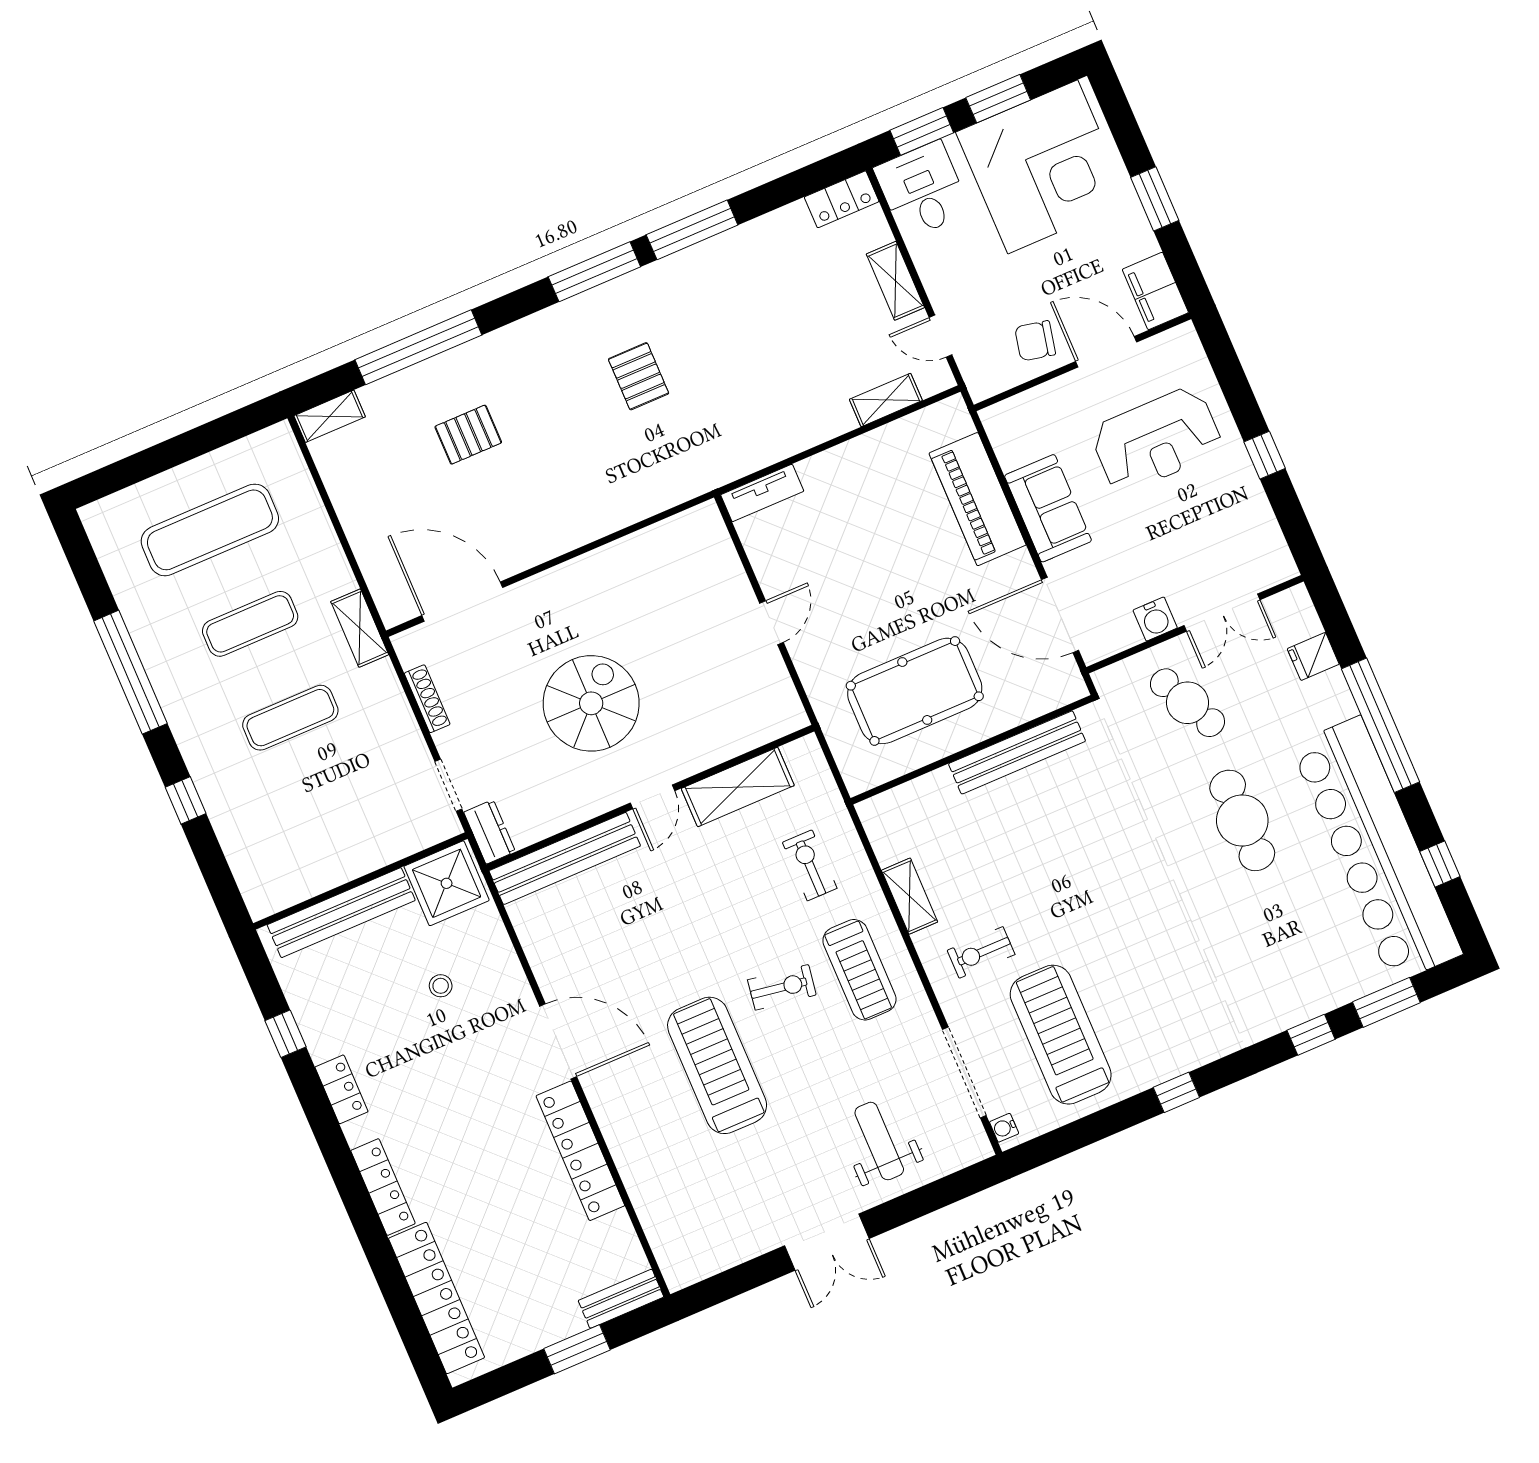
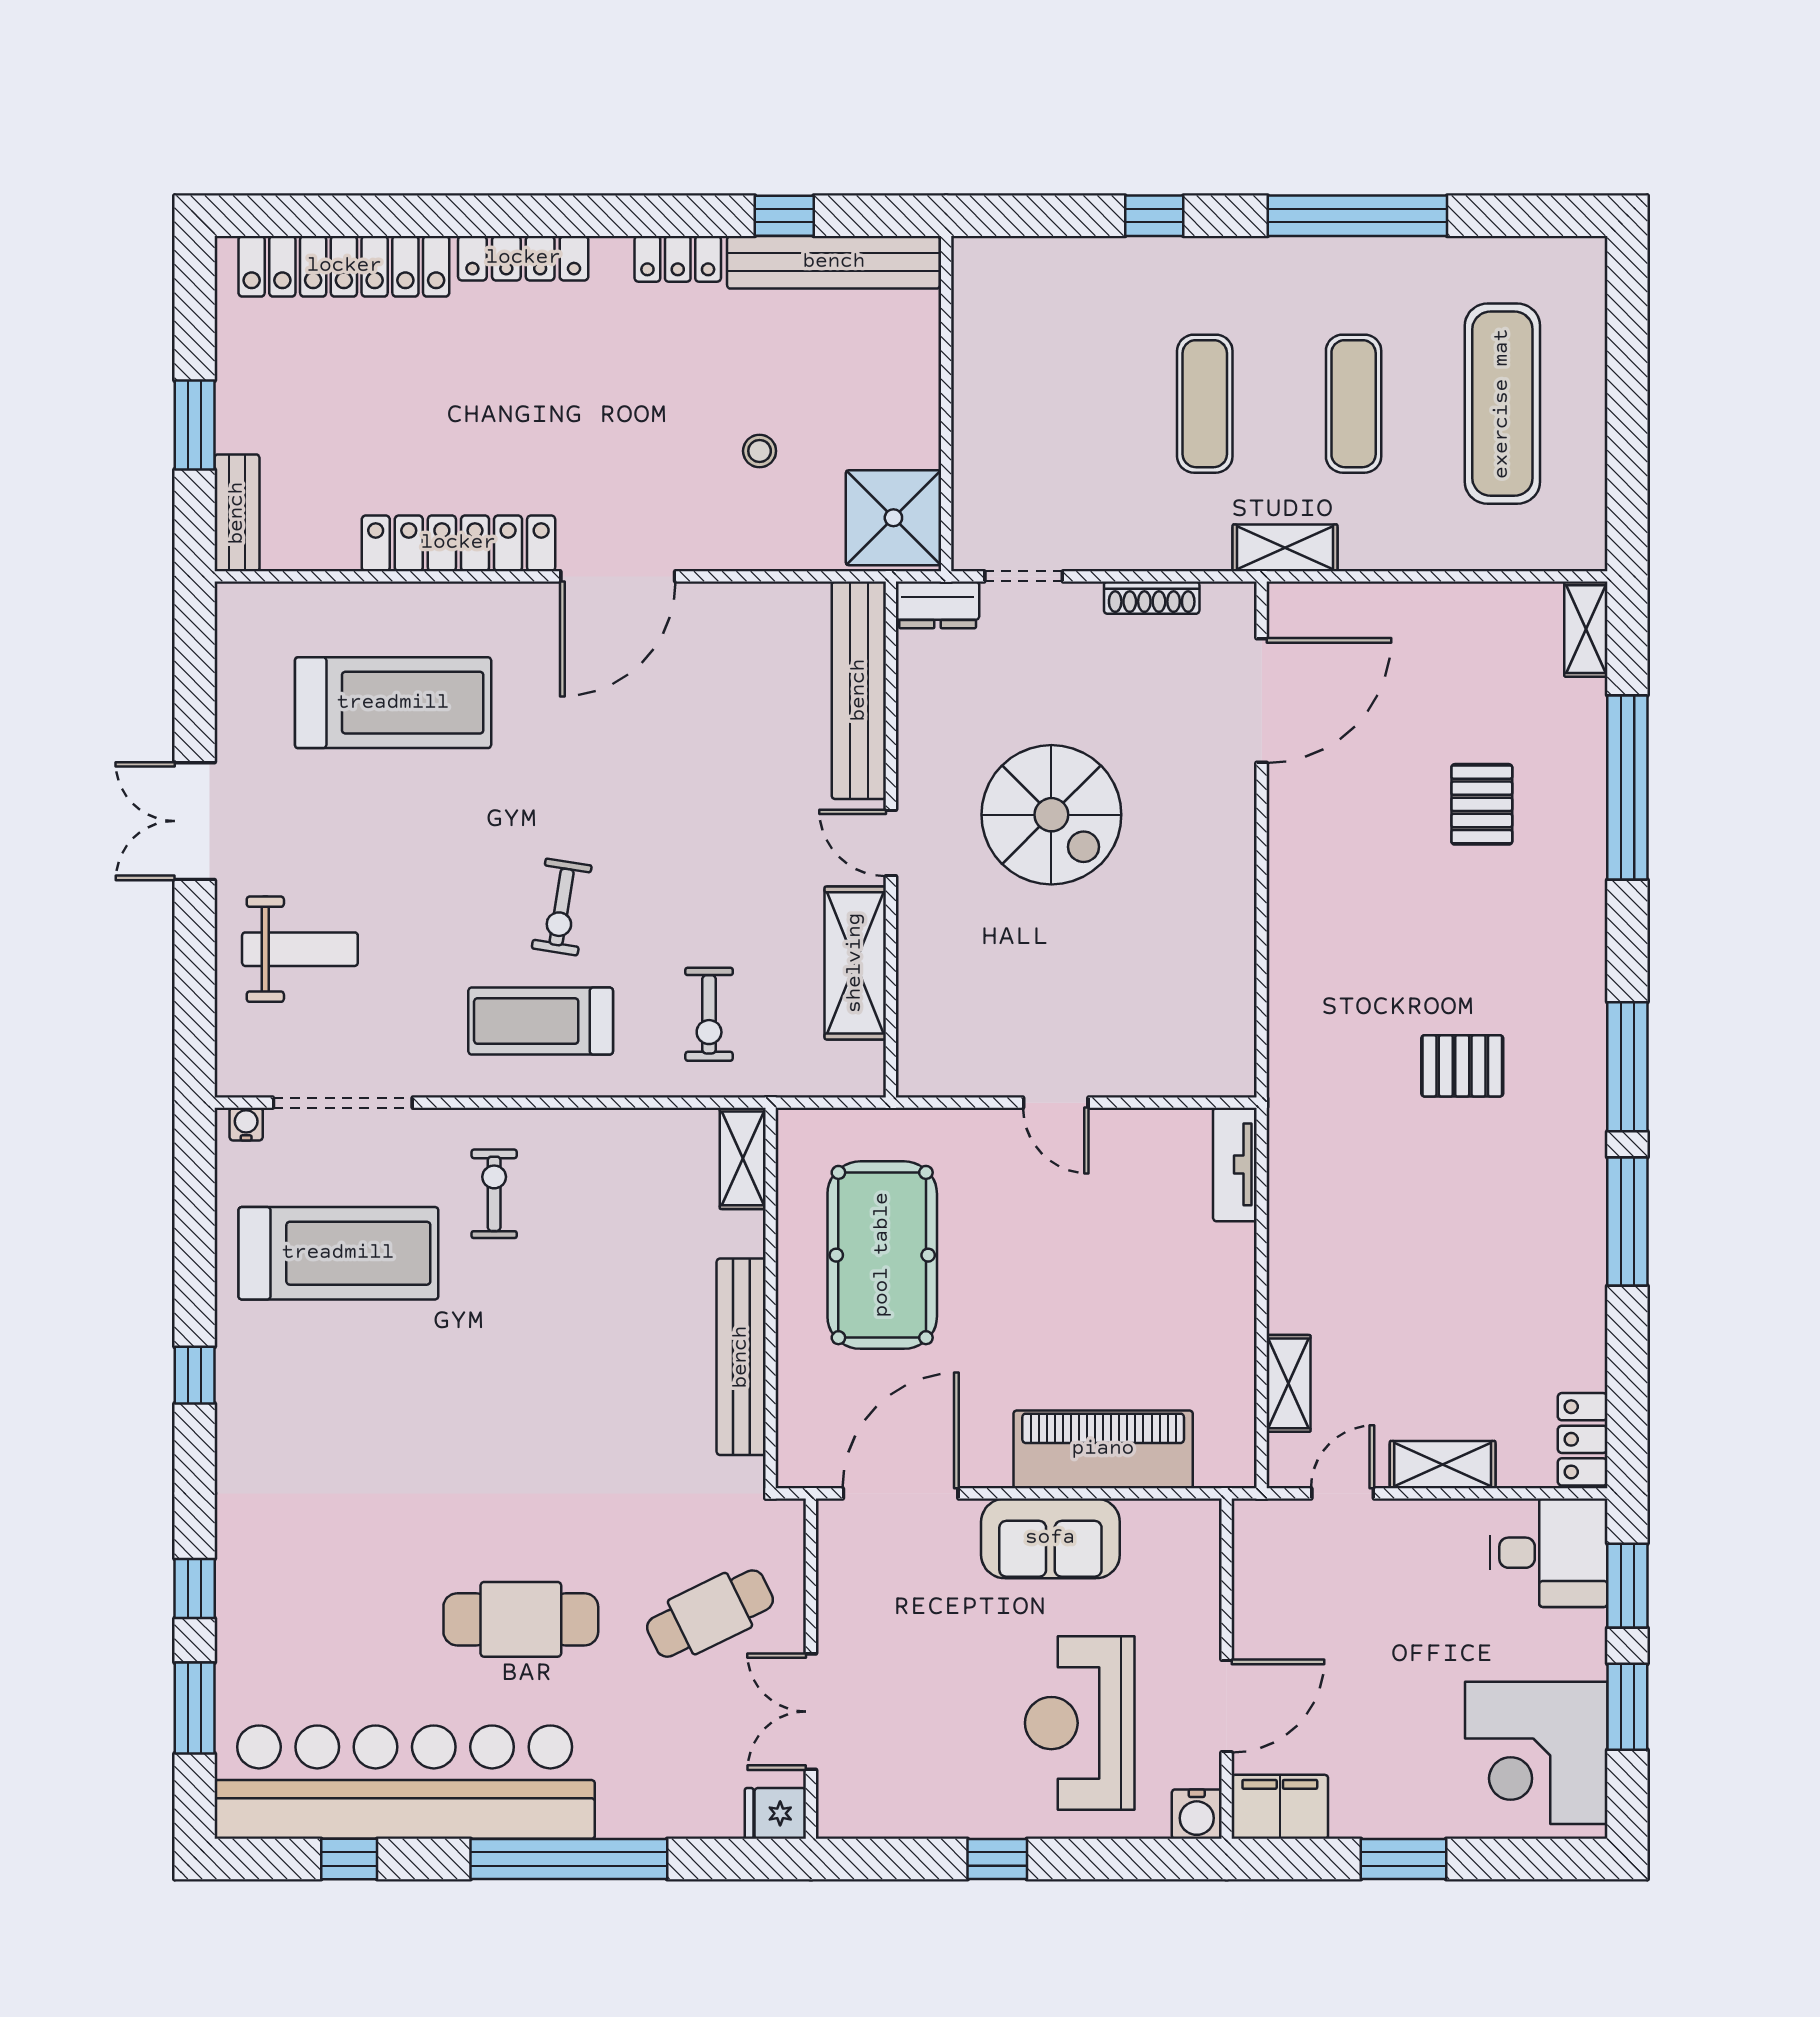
corner desk: (1043, 167) -> (1536, 1753), width x0.74, depth x0.74
chair: (1035, 341) -> (1282, 1617), removed
water cooler: (1155, 619) -> (1197, 1814), moved, turned -90
fridge: (1313, 656) -> (775, 1813), moved, turned -90
exercise bike: (810, 865) -> (709, 1014), turned 90
shelving: (910, 896) -> (743, 1158), moved, turned 90
bench: (341, 913) -> (834, 262), moved, turned 90
treadmill: (717, 1065) -> (393, 703), moved

